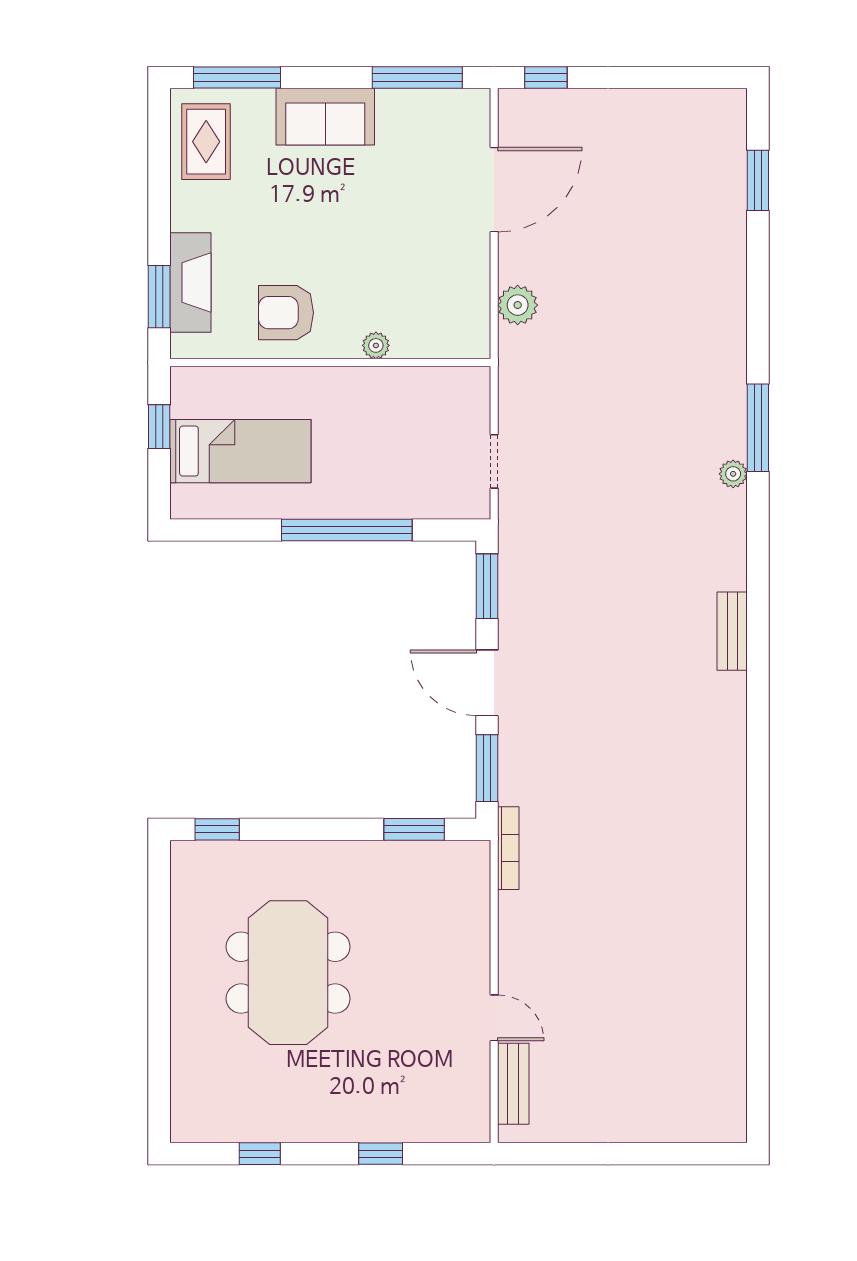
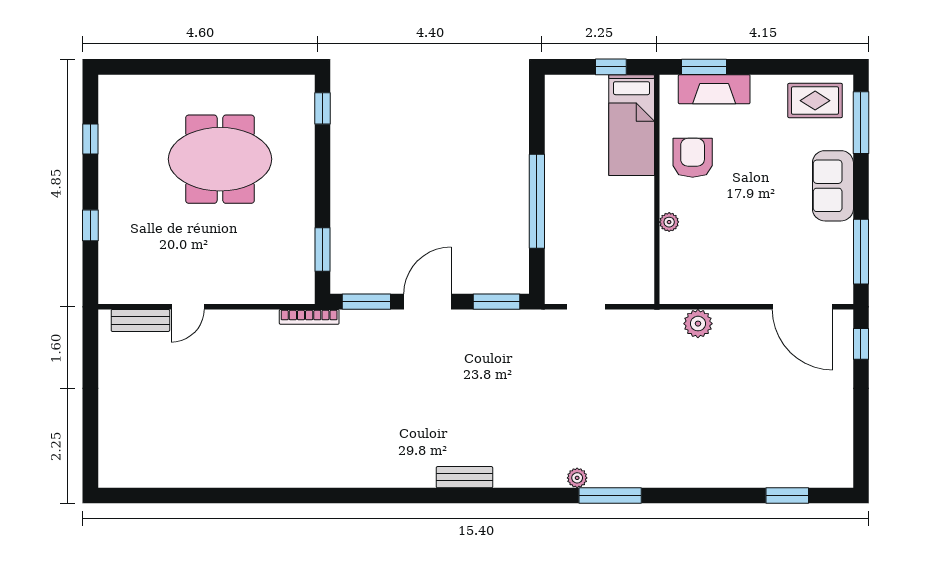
door: (494, 190) -> (802, 307), moved
bed: (240, 451) -> (632, 125), moved

